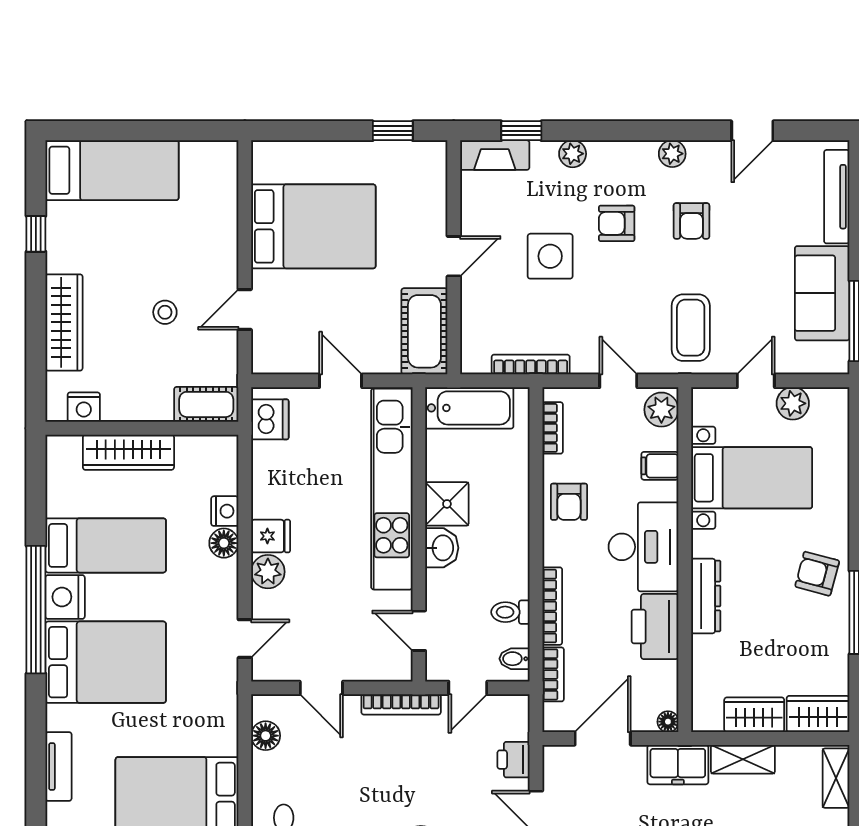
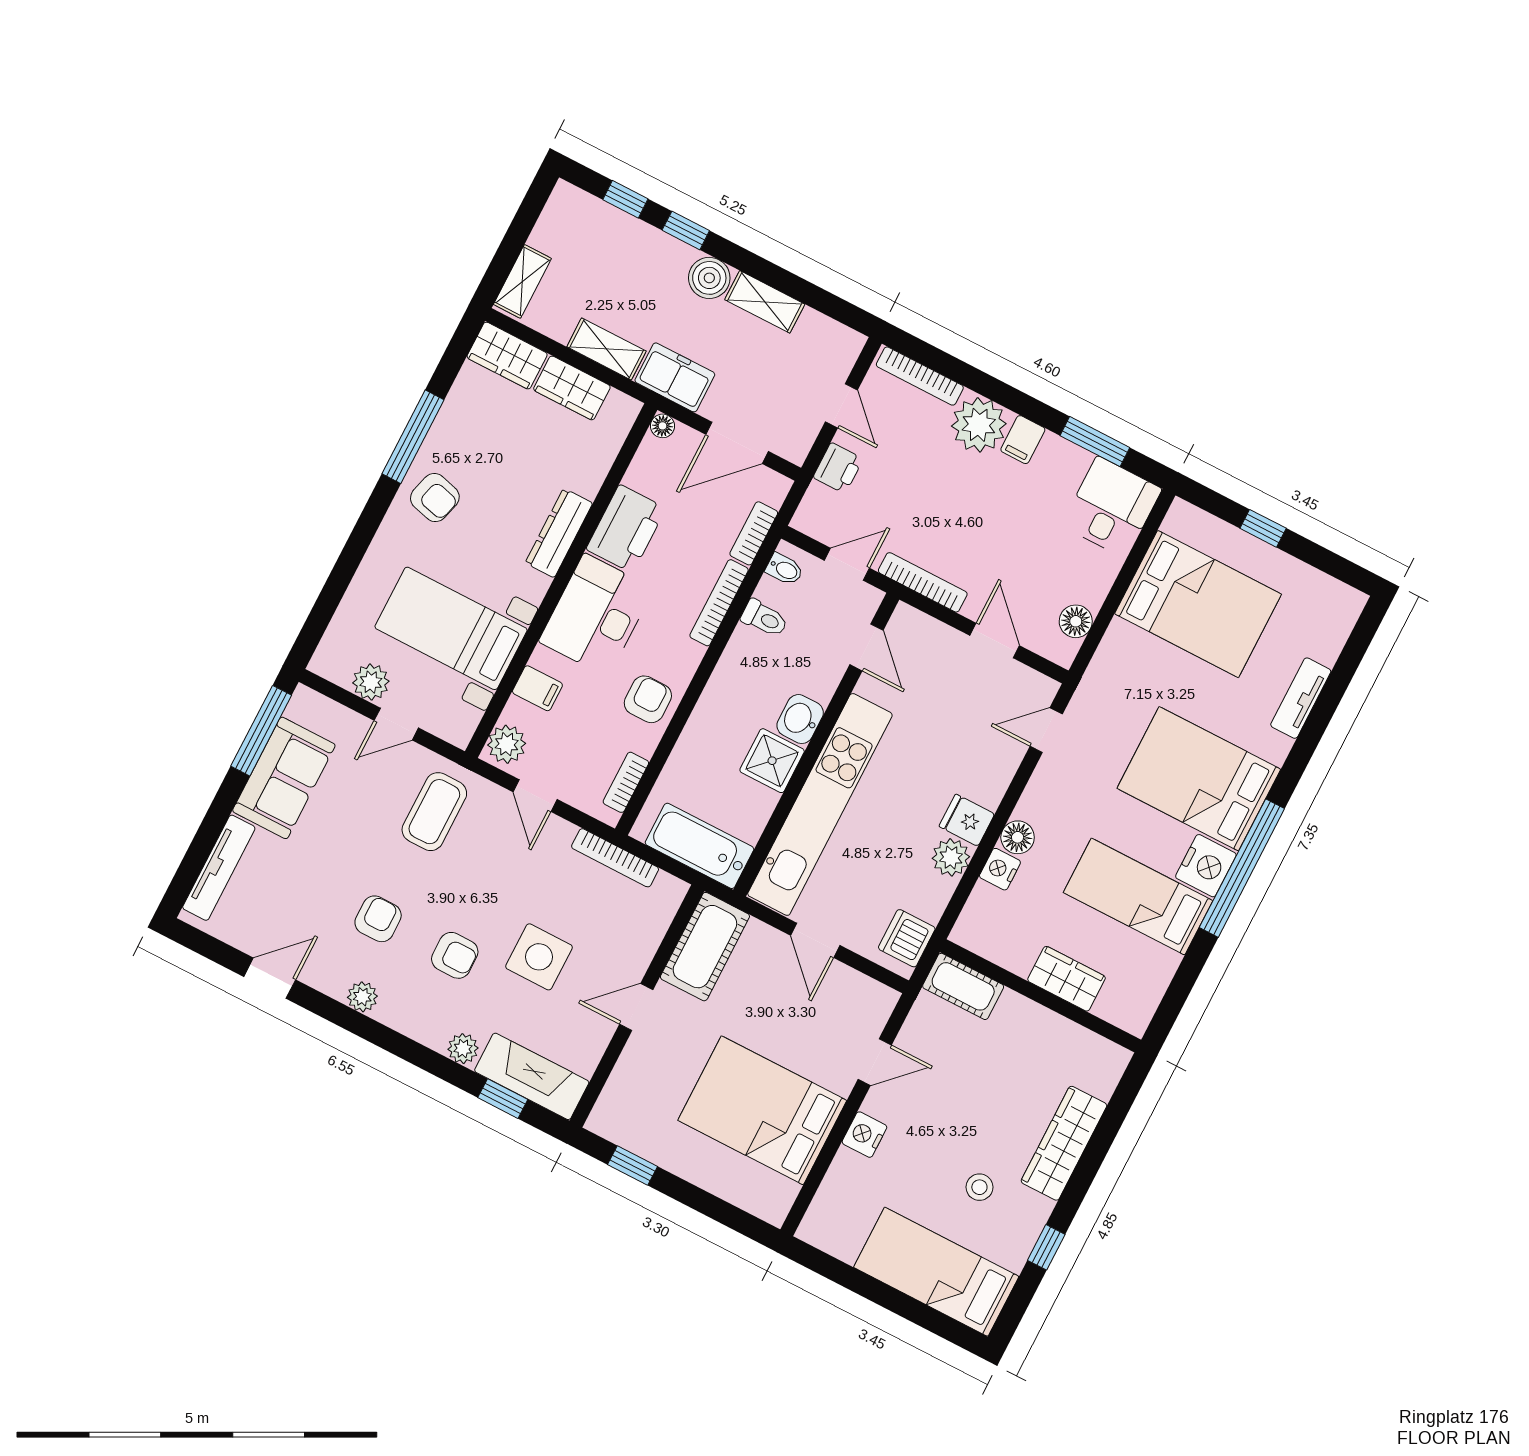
fireplace: (495, 155) -> (532, 1076), width x1.37, depth x1.32
stool: (165, 312) -> (979, 1187), moved
nightstand: (84, 407) -> (864, 1135), moved, turned -90
wardrobe: (128, 452) -> (1067, 979), width x0.67
plant: (268, 572) -> (951, 857), moved

